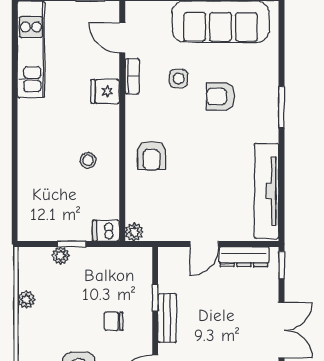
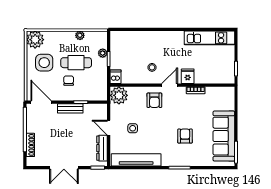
door: (122, 38) -> (170, 85), moved
side table: (179, 79) -> (133, 128), moved
armchair: (151, 156) -> (154, 100), turned -90
plant: (134, 232) -> (119, 95), width x1.87, depth x1.87
cafe table: (79, 307) -> (76, 63), added

